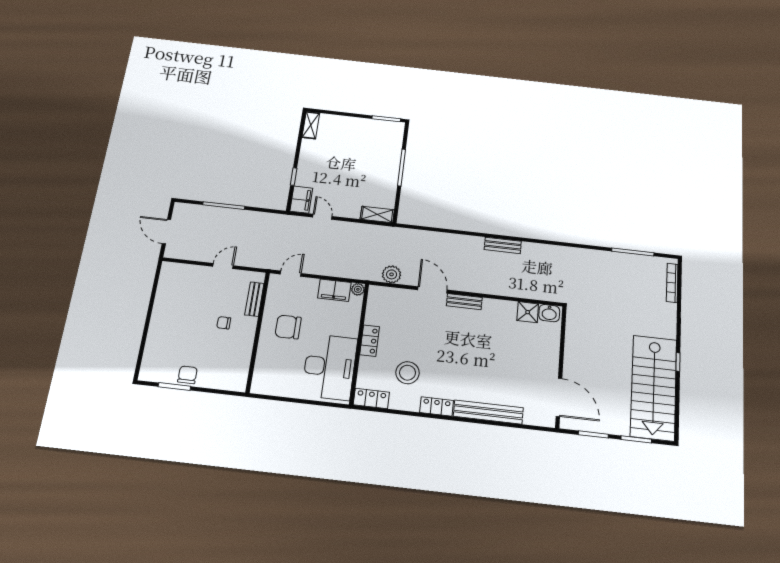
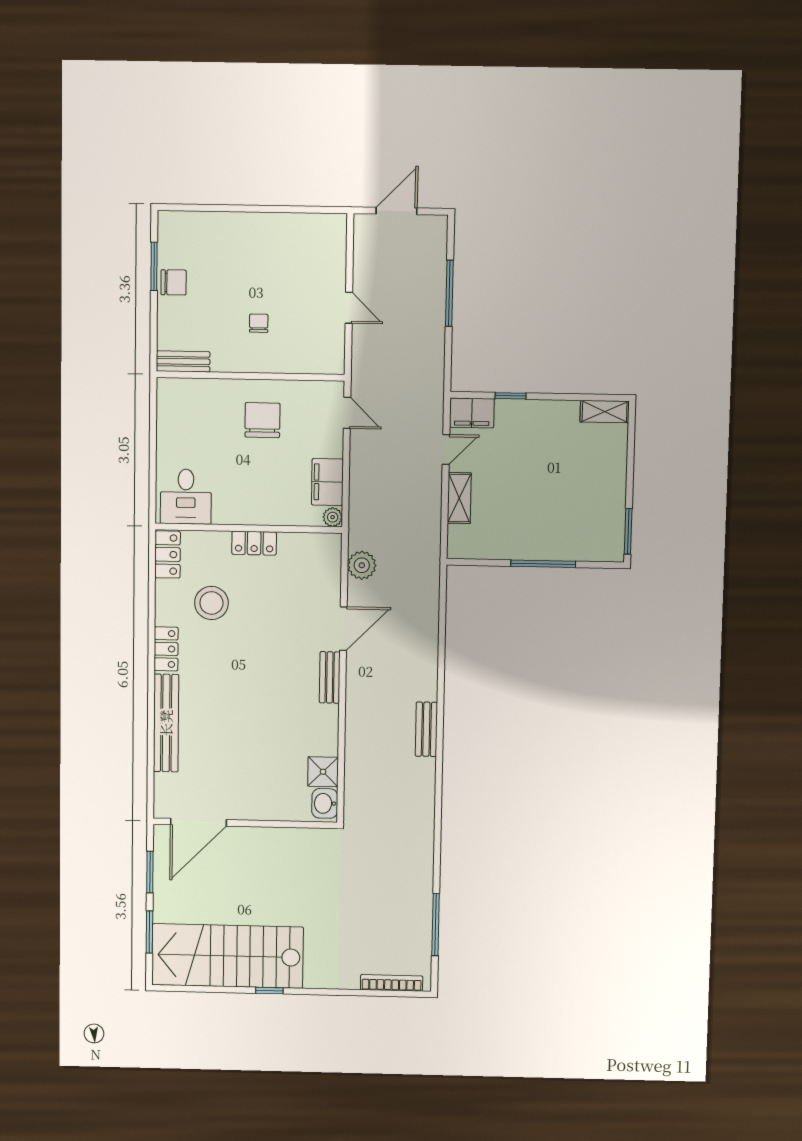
shelving: (377, 214) -> (459, 498), moved
bench: (254, 299) -> (183, 361), moved
desk: (330, 367) -> (186, 497), width x0.53, depth x0.77

